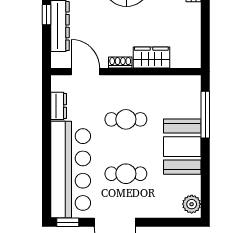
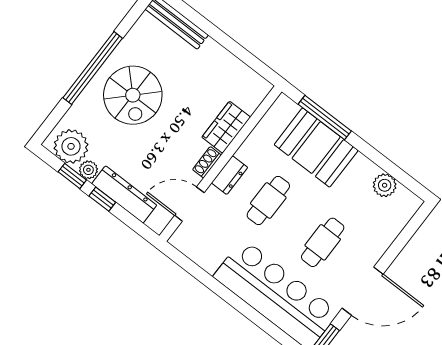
dresser: (59, 106) -> (230, 175), moved, turned 90
booth: (182, 147) -> (316, 148), moved
plant: (192, 204) -> (385, 185), moved

